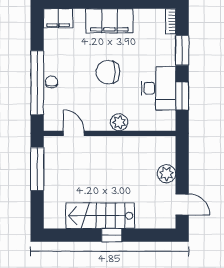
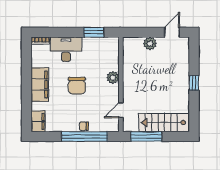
window: (182, 50) -> (61, 32), removed
desk: (159, 88) -> (66, 49), moved
stairs: (100, 216) -> (164, 123), moved, turned 90

